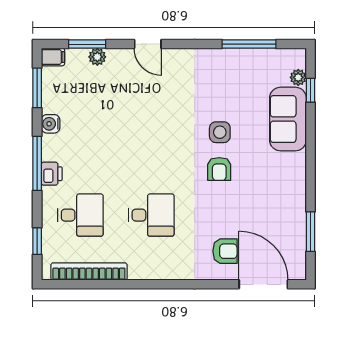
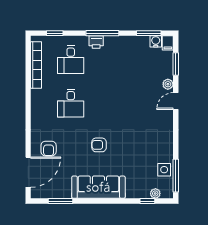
window: (249, 44) -> (176, 176), moved
plant: (97, 57) -> (168, 84), moved
sofa: (288, 119) -> (98, 187), moved, width x1.36
water cooler: (51, 124) -> (156, 41), moved
side table: (220, 132) -> (164, 170), moved

